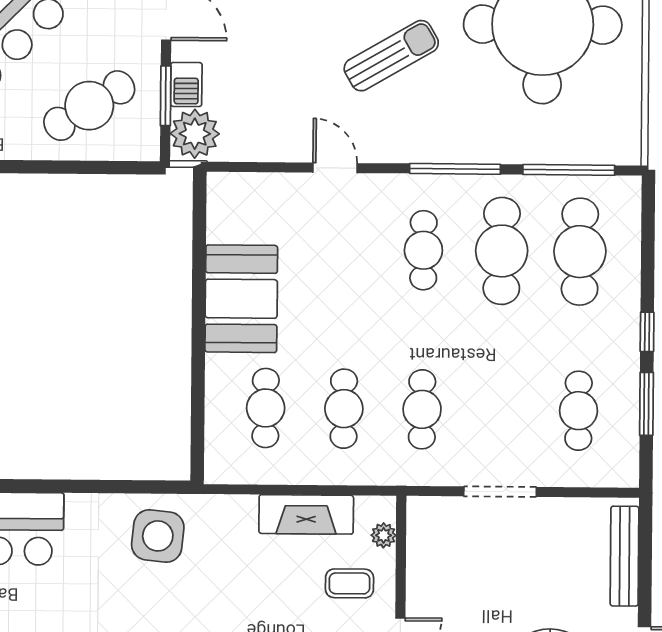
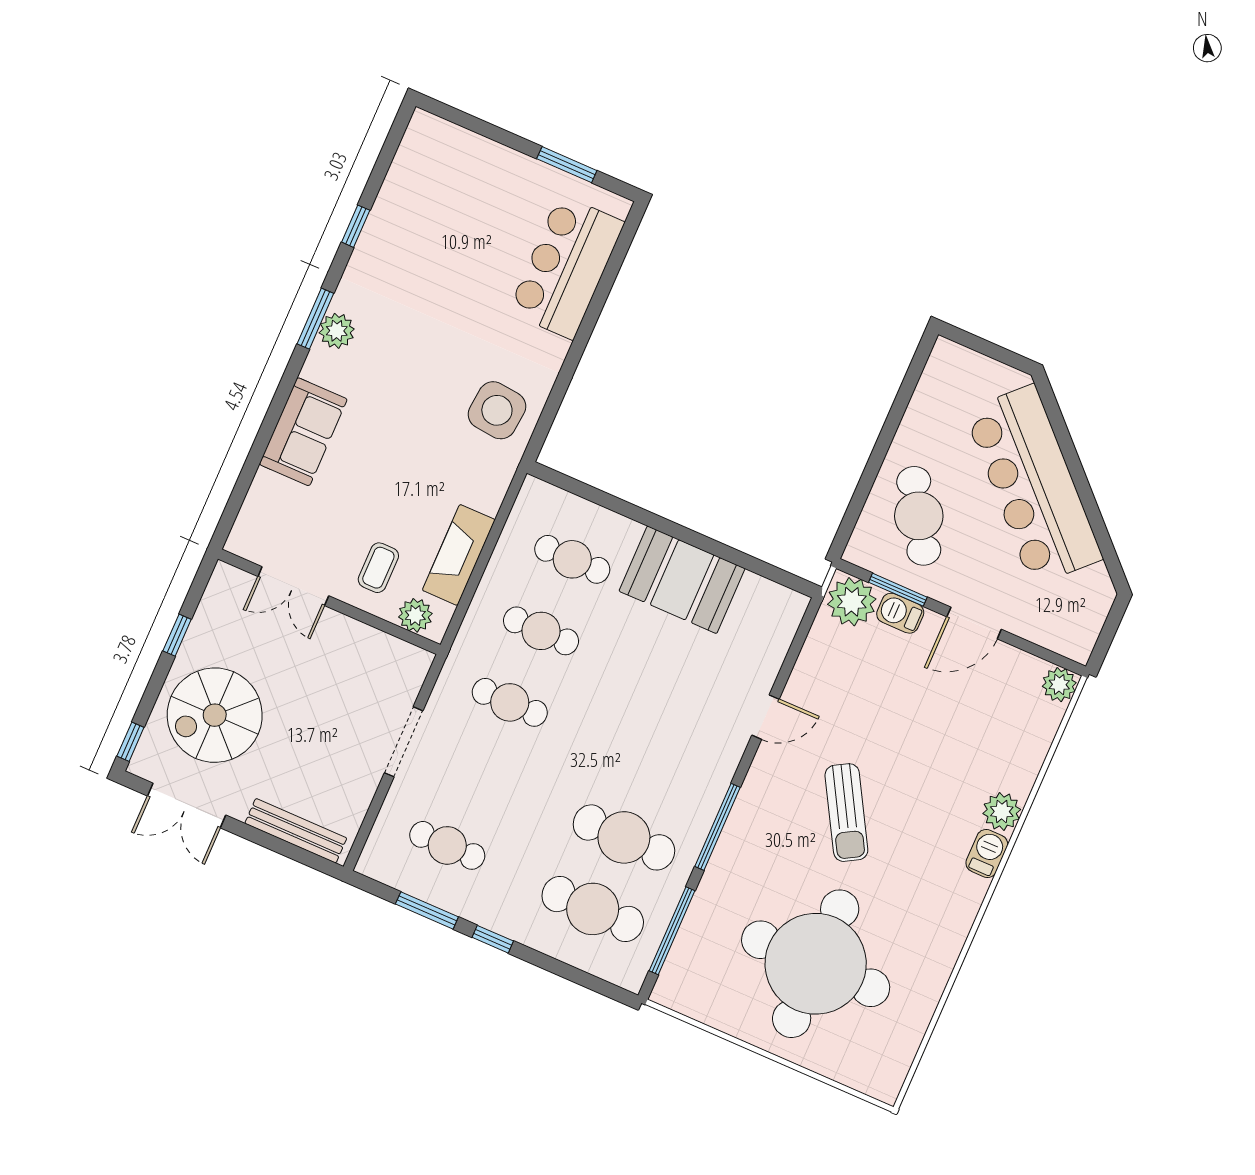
cafe table: (423, 250) -> (655, 766), removed
plant: (384, 535) -> (415, 615), width x1.38, depth x1.38

